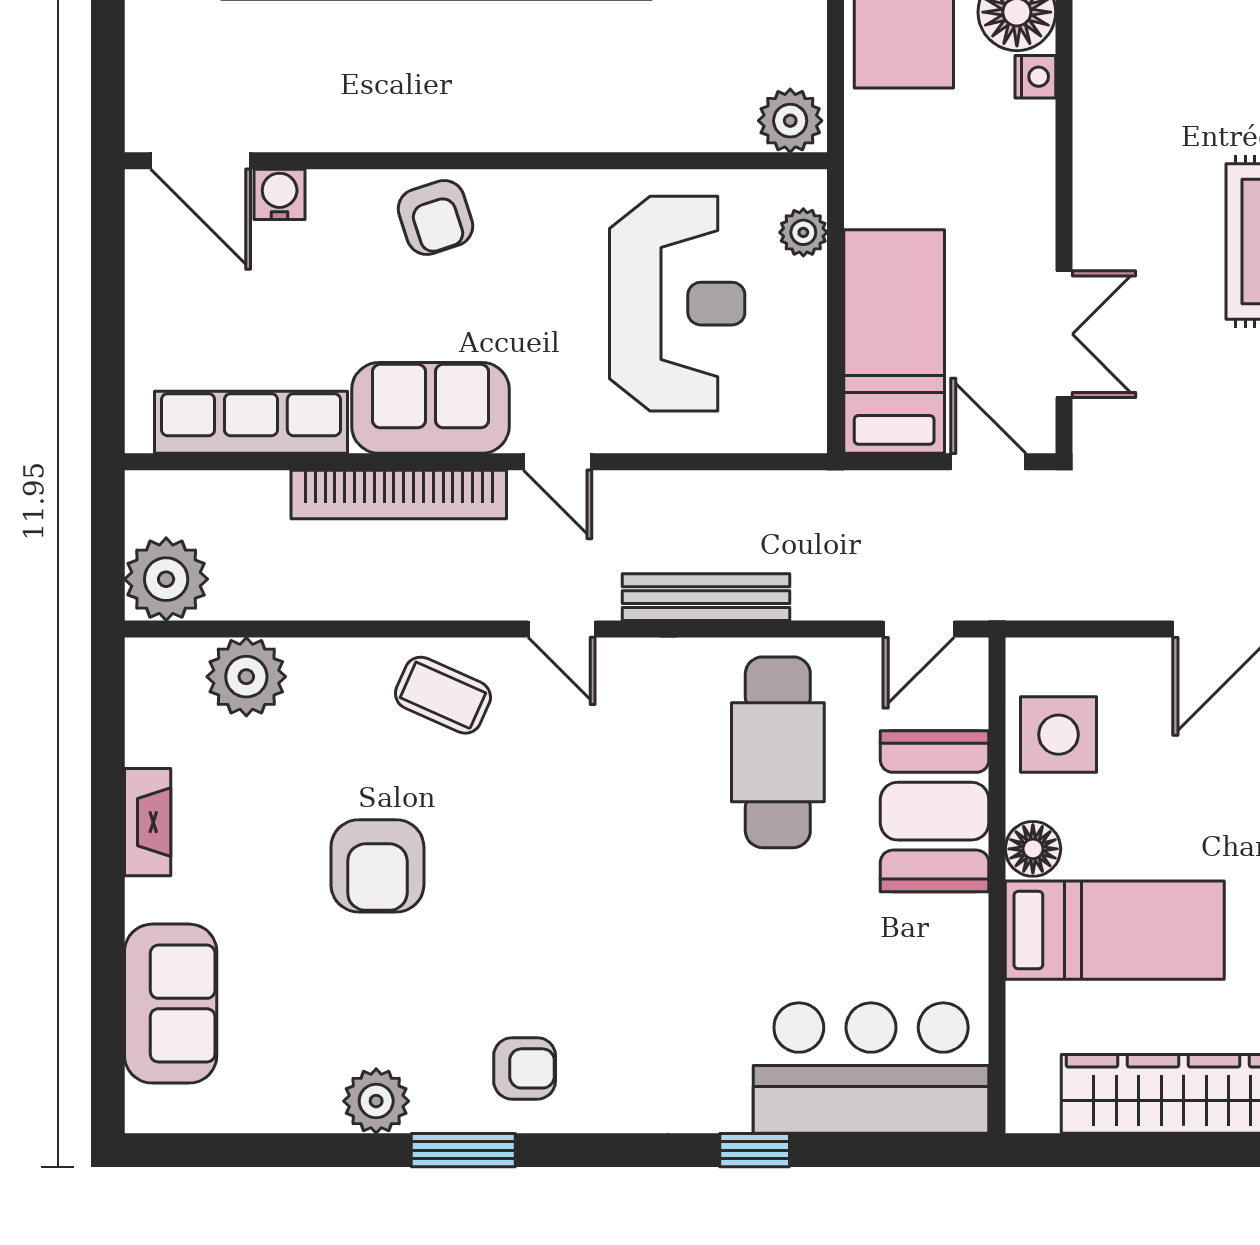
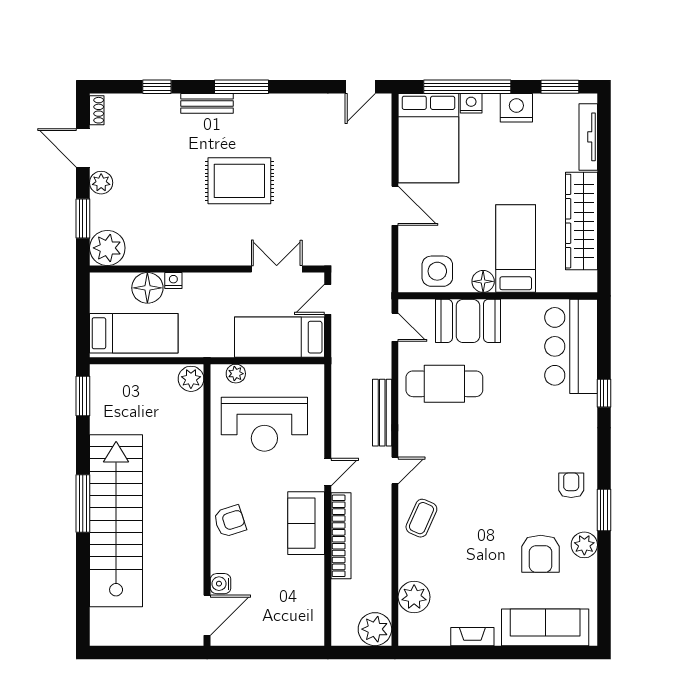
reception desk: (677, 304) -> (264, 424), turned 180
row of seats: (251, 422) -> (312, 595), removed
armchair: (377, 866) -> (541, 554), moved, turned 90
sofa: (171, 1004) -> (545, 627), width x1.36

